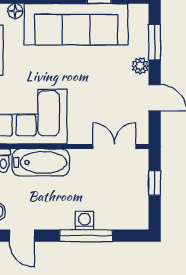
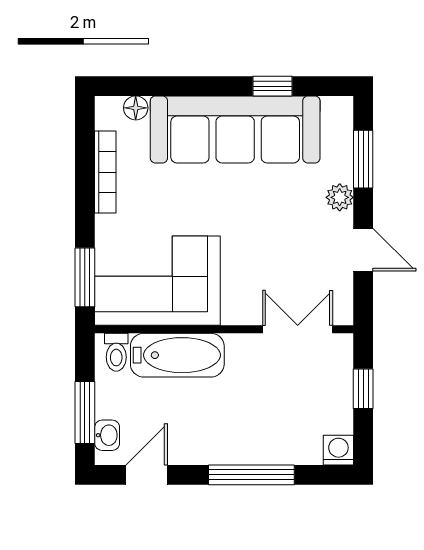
washing machine: (85, 221) -> (338, 450), moved
door: (22, 236) -> (147, 475), swing flipped

